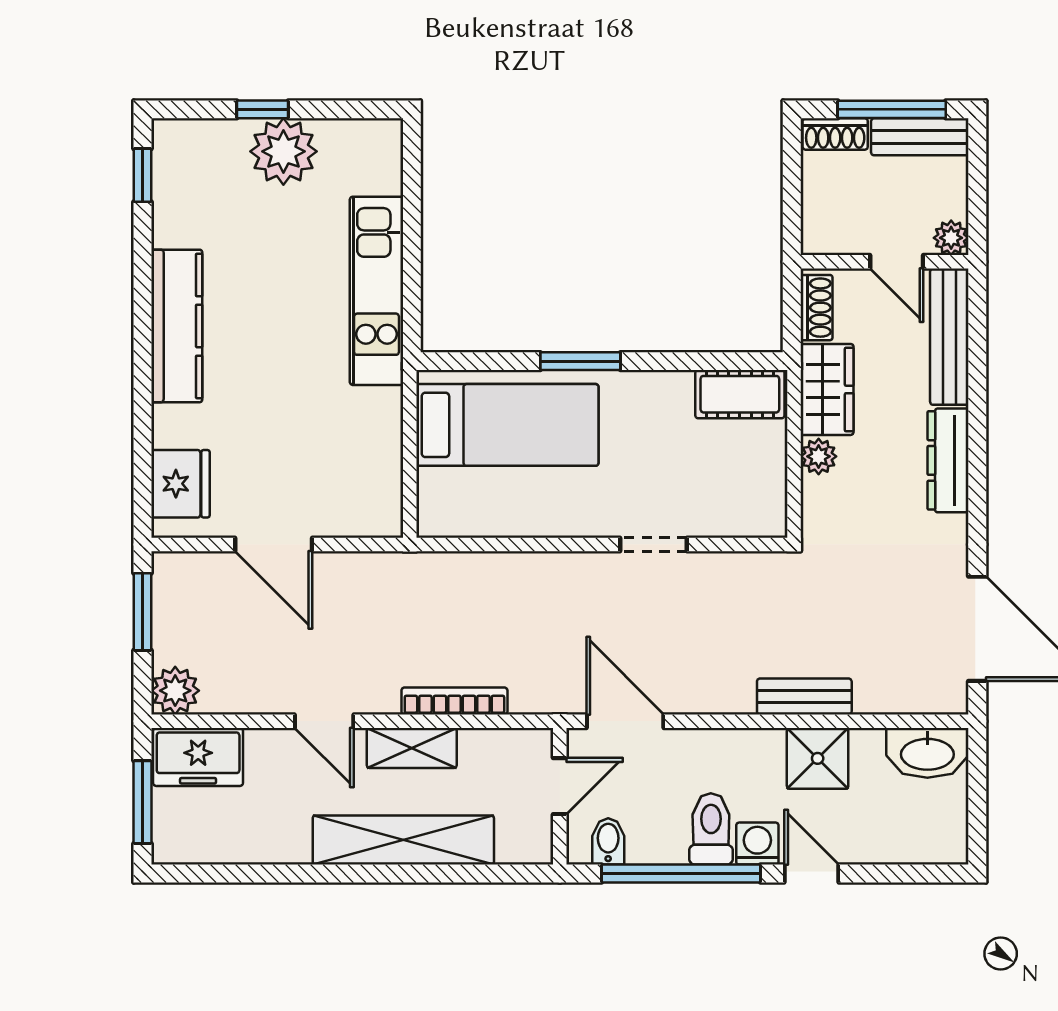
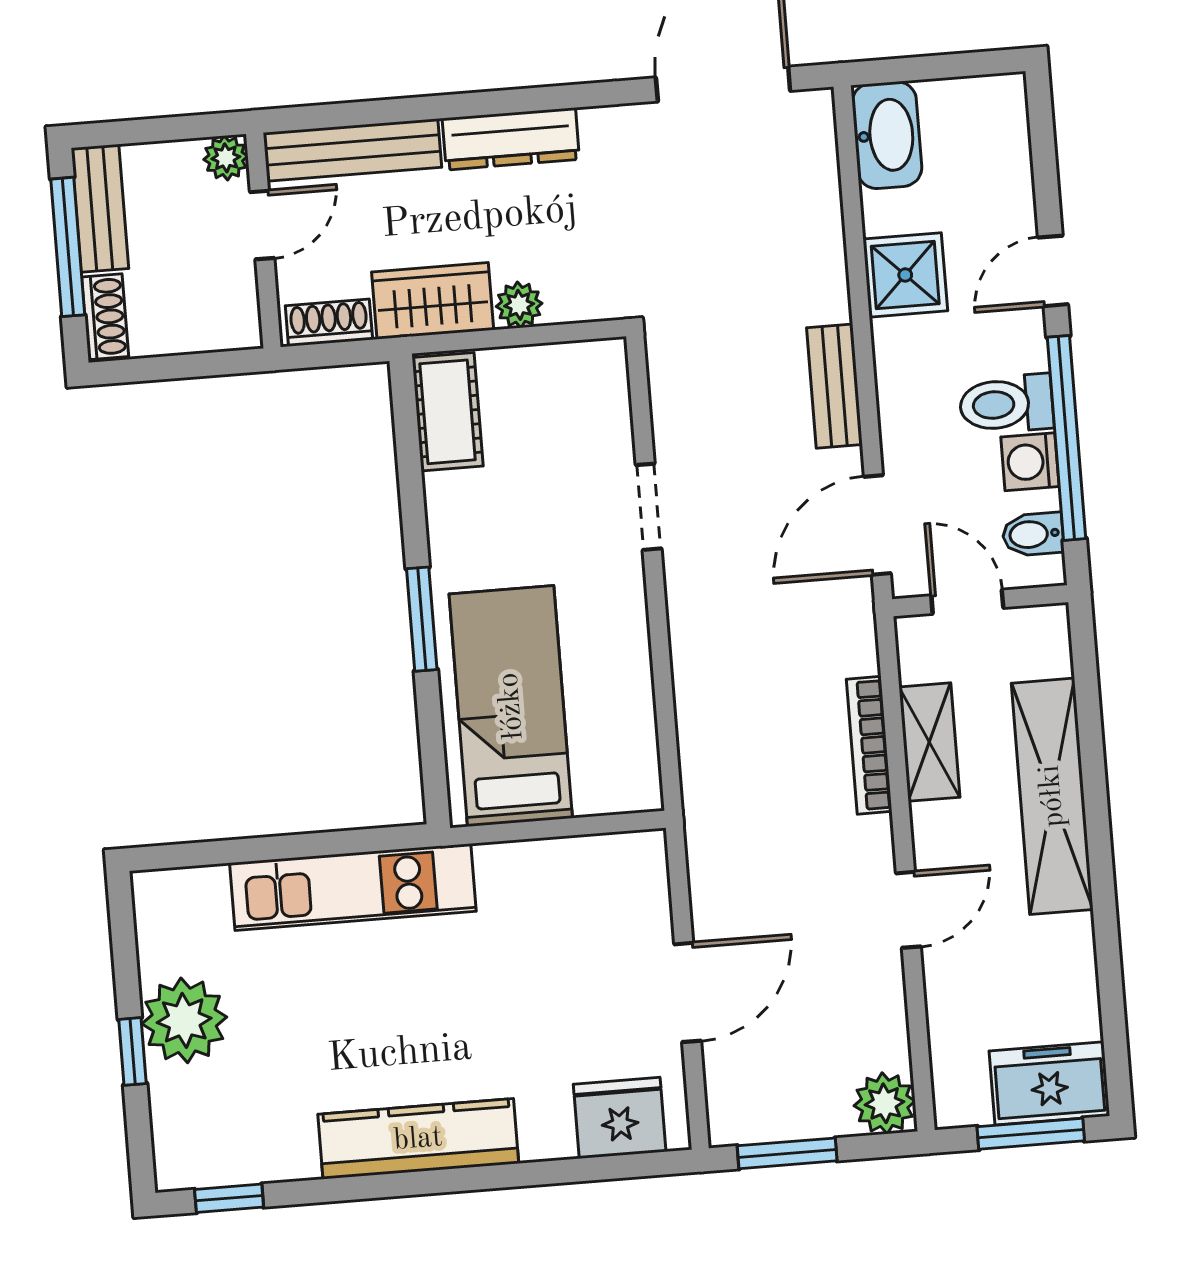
bench: (804, 696) -> (835, 386), moved
shelving: (412, 748) -> (929, 742), moved
freezer: (198, 757) -> (1049, 1083), moved, turned -90
washing machine: (757, 844) -> (1030, 462), moved

